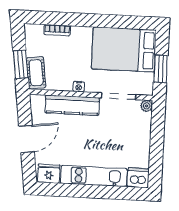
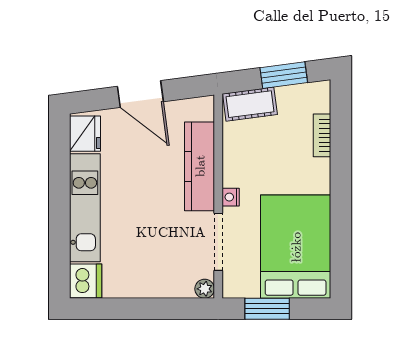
window: (21, 64) -> (284, 75), moved
nightstand: (79, 87) -> (231, 197), moved

